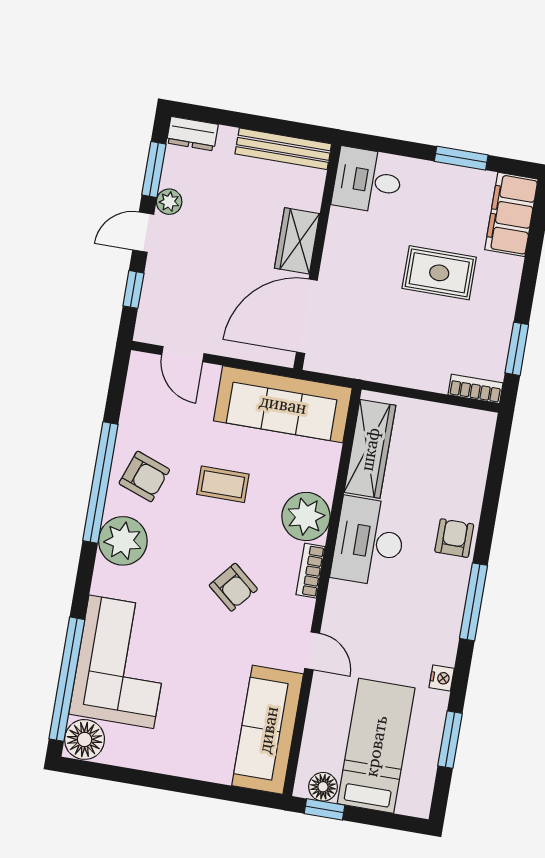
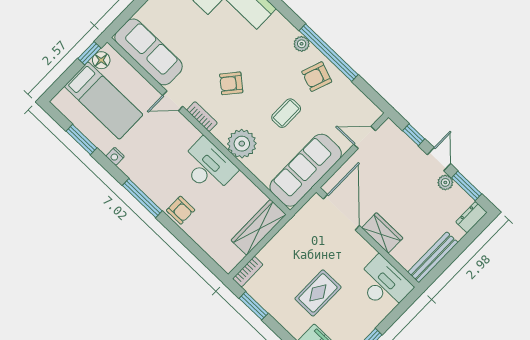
desk: (368, 180) -> (384, 284), width x1.37
wardrobe: (370, 449) -> (259, 227), moved, turned 90
plant: (123, 541) -> (302, 44), width x0.53, depth x0.53
bookcase: (311, 571) -> (202, 117), moved

